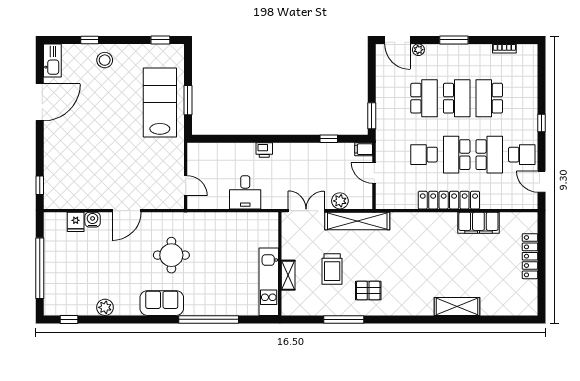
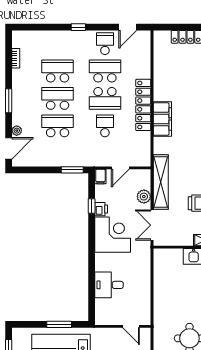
school desk: (489, 98) -> (58, 71), turned 180
printer: (264, 150) -> (101, 209), moved
school desk: (424, 155) -> (105, 126), turned 180
corner desk: (295, 164) -> (113, 235), added
door: (186, 186) -> (131, 326), swing flipped
desk: (245, 192) -> (109, 285), moved, turned 180
filing cabinet: (478, 223) -> (162, 119), moved

